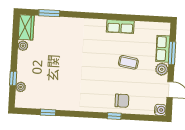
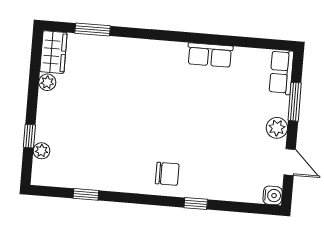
row of seats: (163, 49) -> (281, 72), moved
coffee table: (128, 62) -> (222, 115), removed
chair: (122, 101) -> (167, 174), moved

